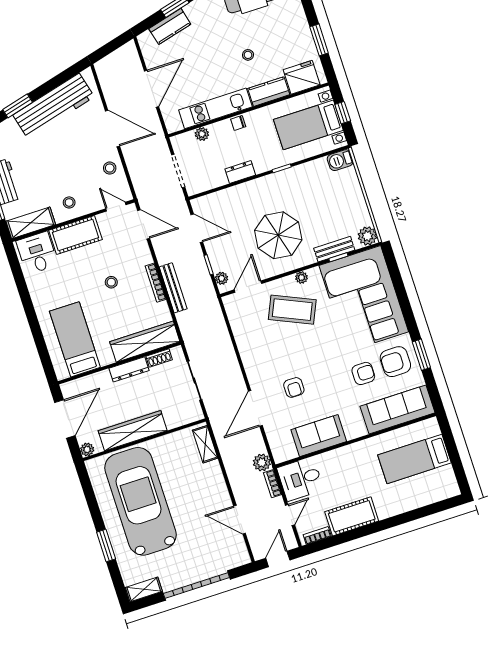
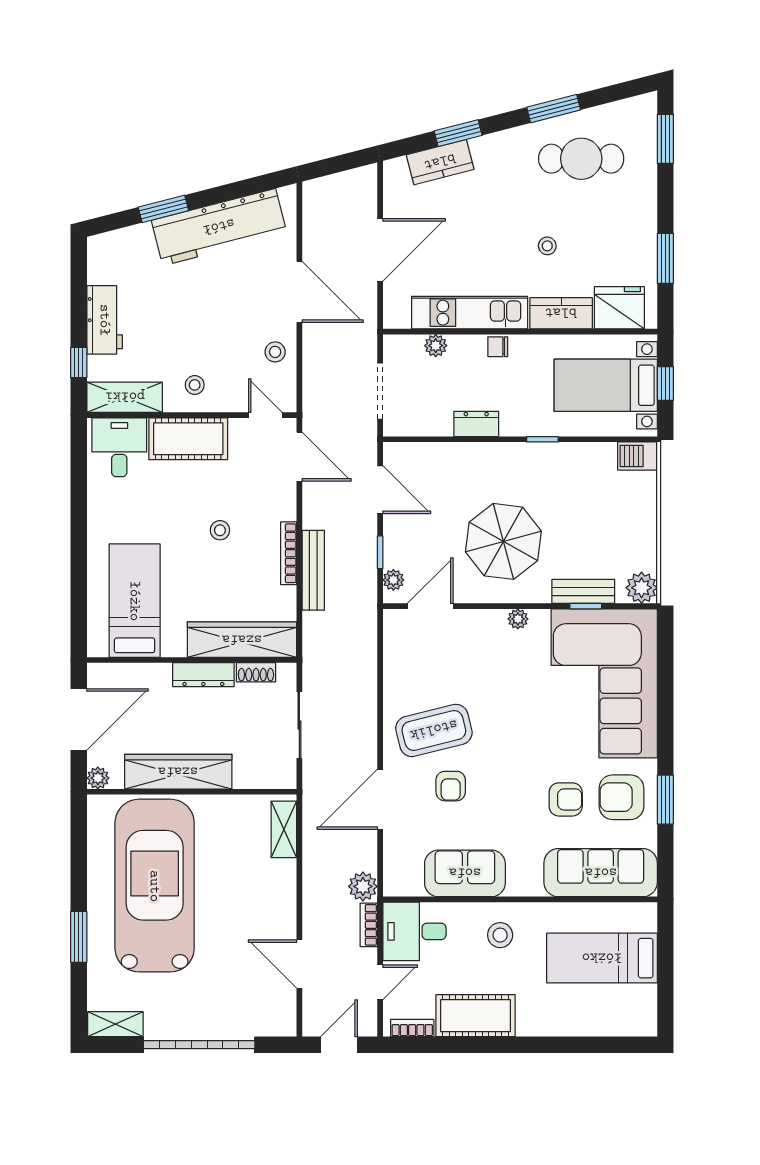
coffee table: (292, 310) -> (434, 730), moved, turned -38
stool: (351, 465) -> (500, 935), added

